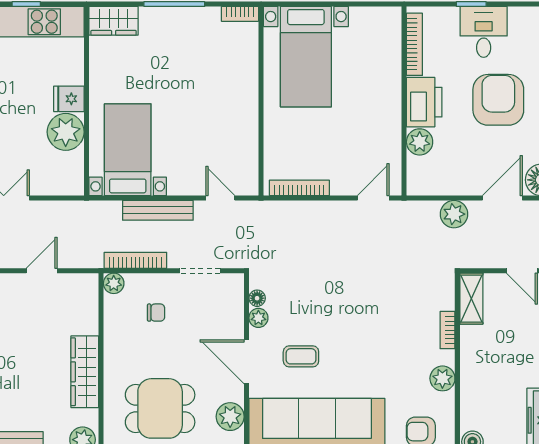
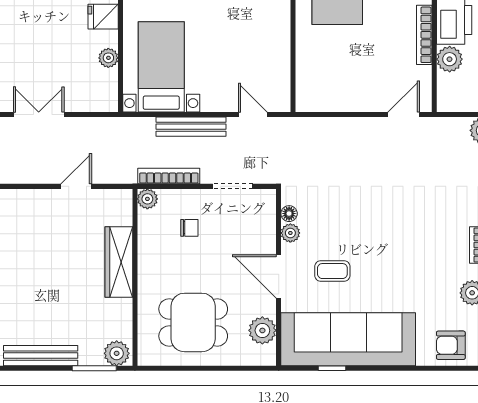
plant: (66, 132) -> (108, 58), width x0.53, depth x0.53
bookcase: (299, 188) -> (424, 35), moved, turned -90
wardrobe: (85, 372) -> (119, 262), moved

